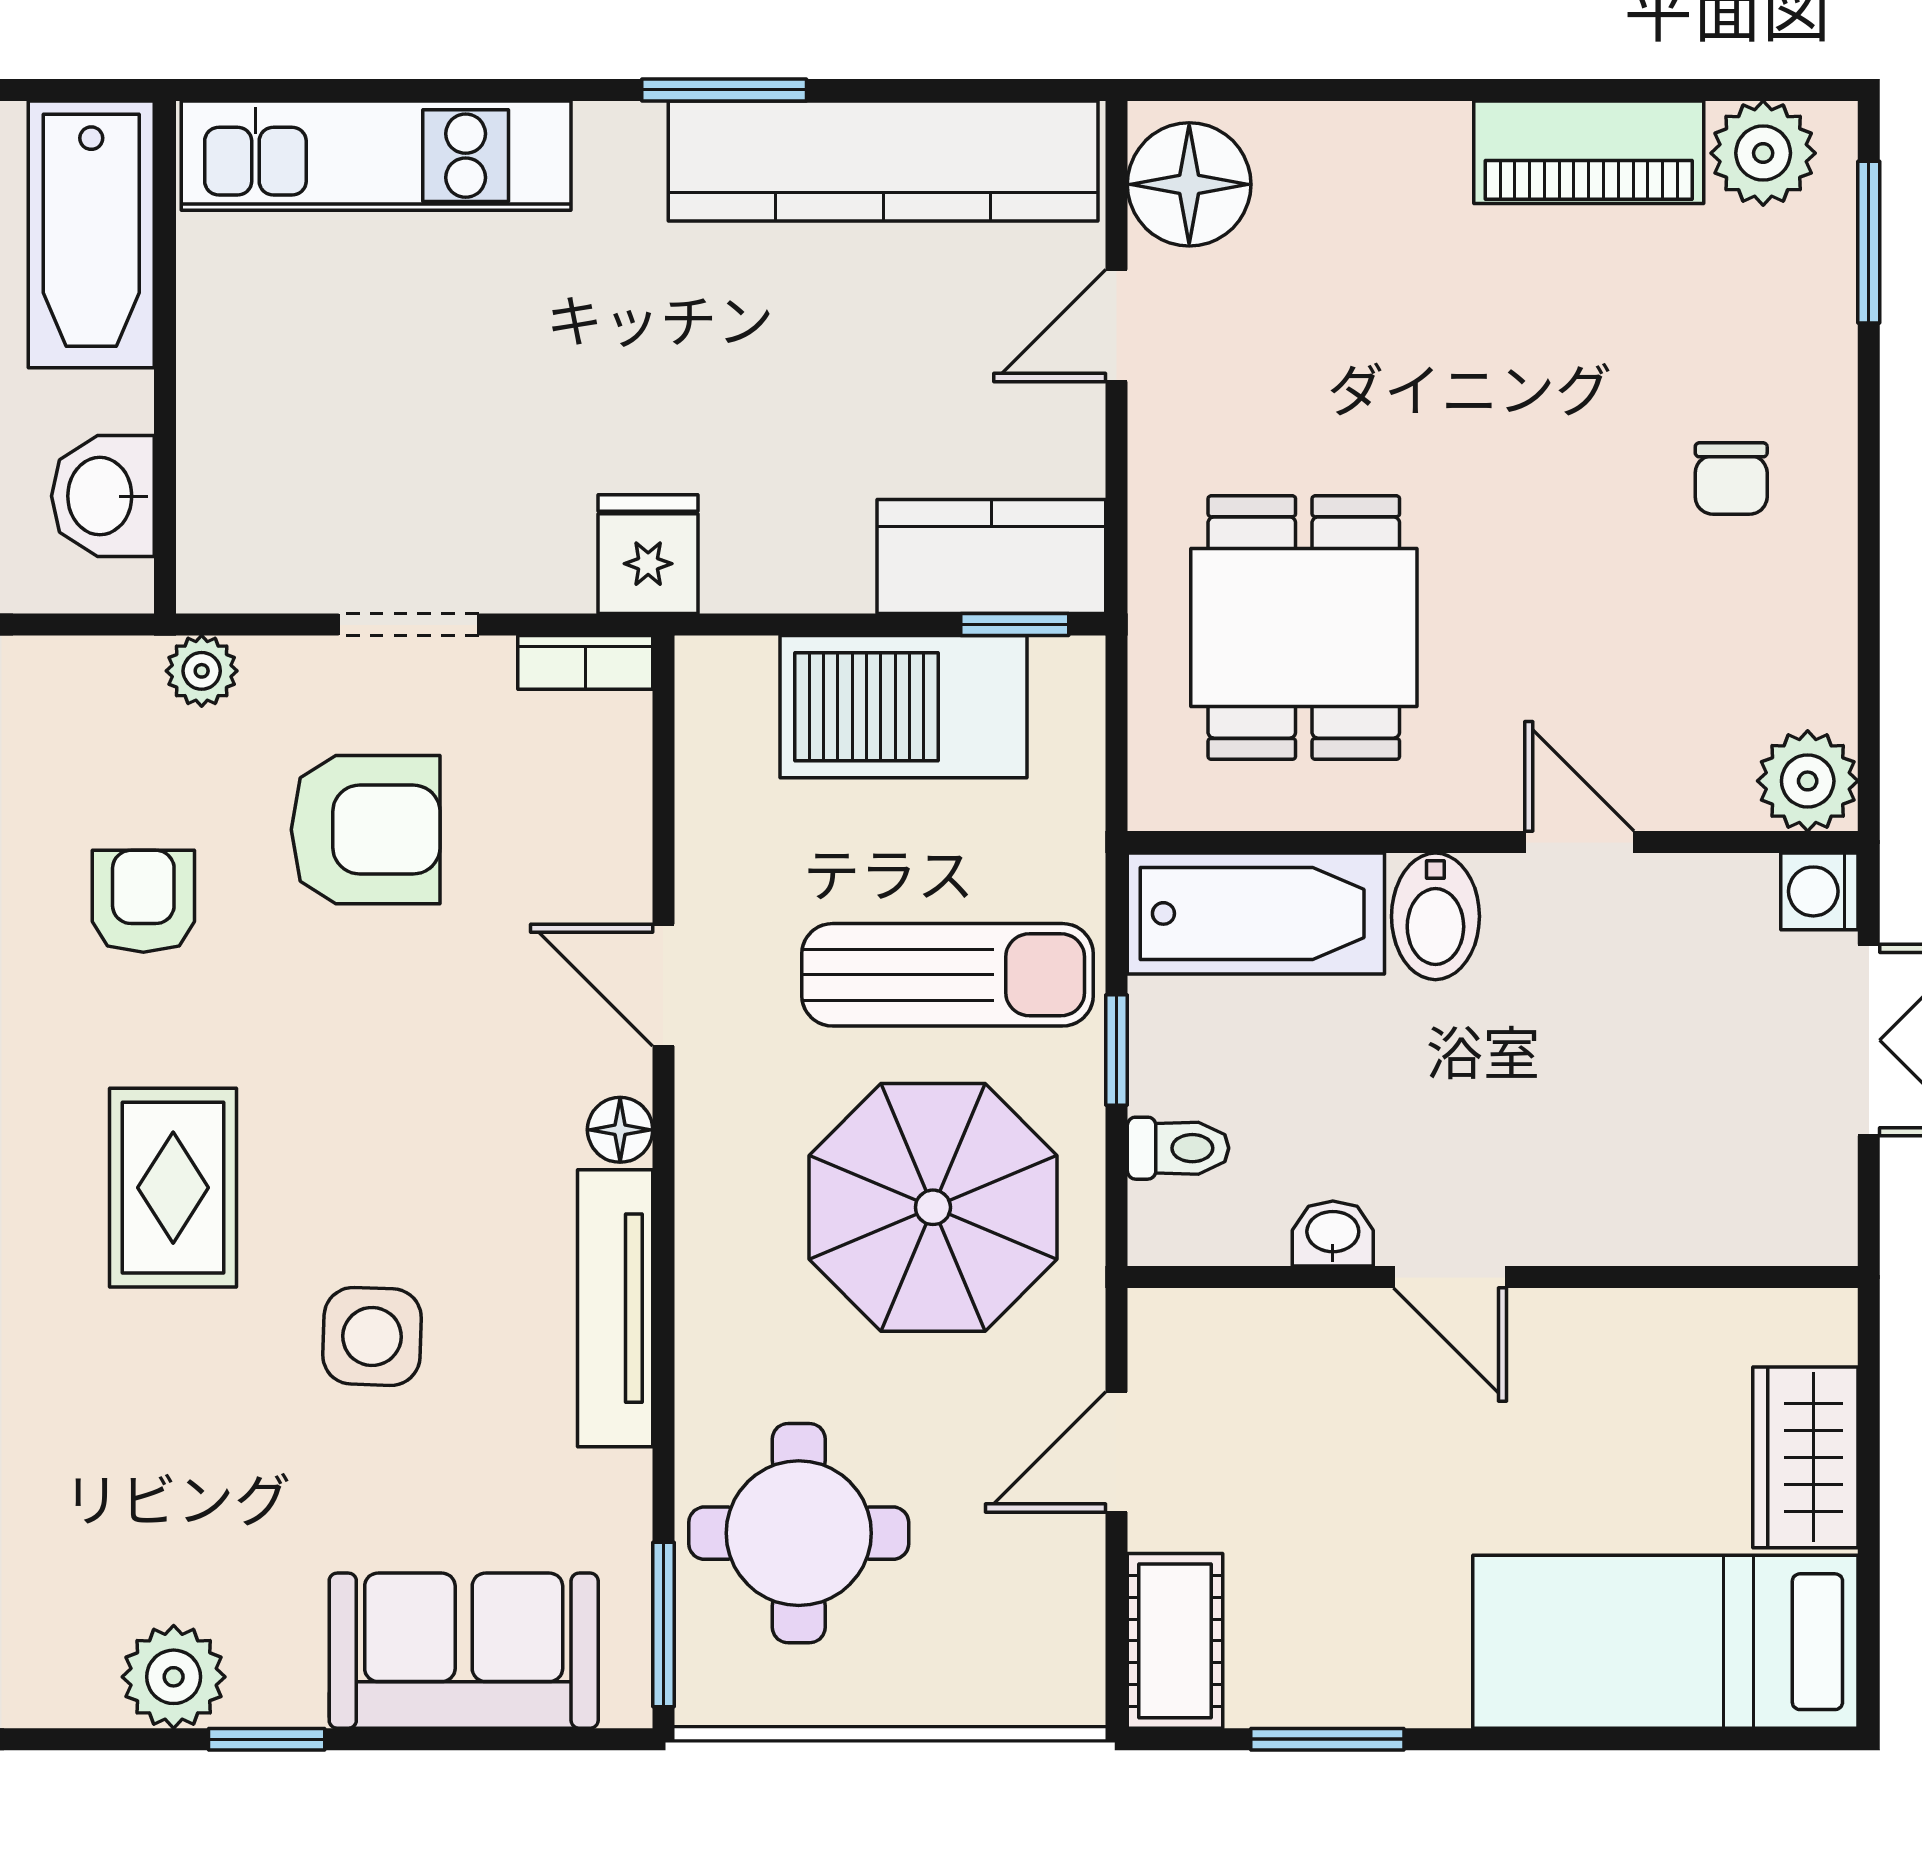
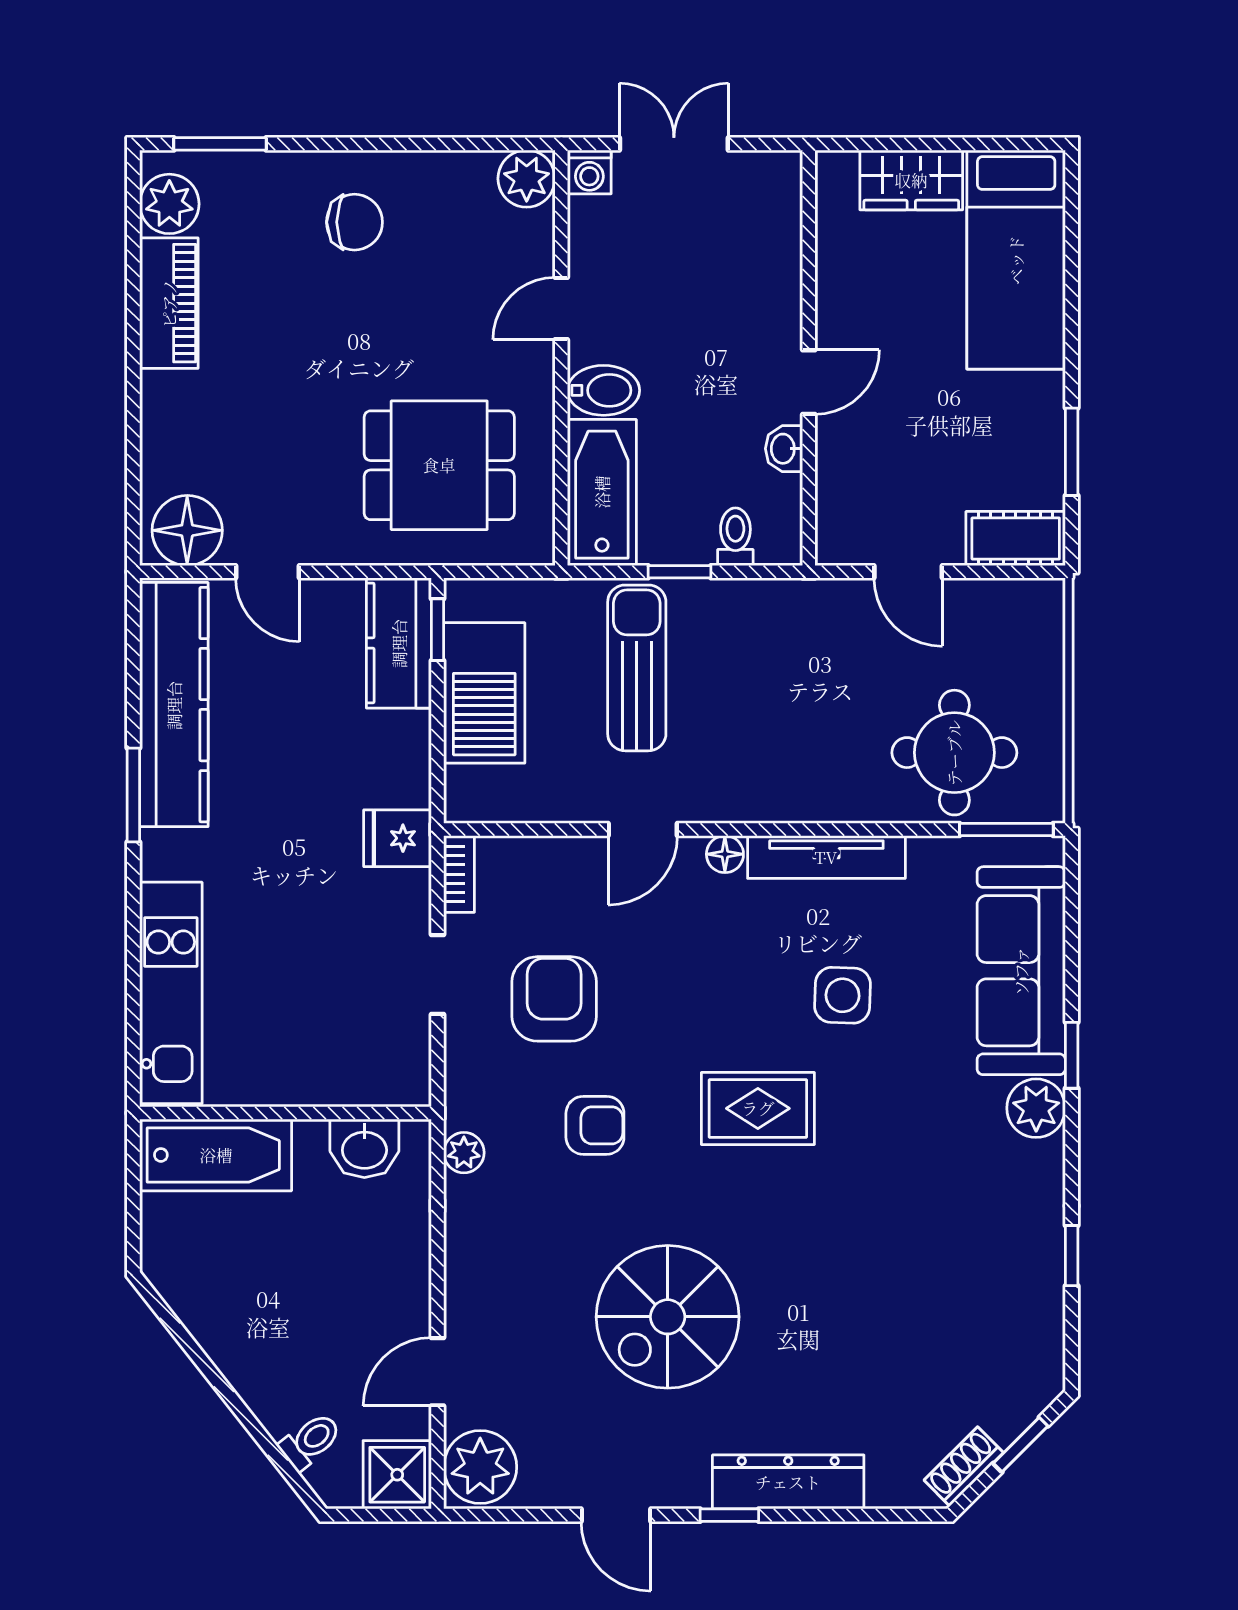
chair: (1731, 478) -> (354, 222), width x1.37, depth x1.37
plant: (202, 671) -> (464, 1153), moved
armchair: (143, 901) -> (595, 1125), turned 180
parasol: (933, 1207) -> (769, 676), removed
sofa: (464, 1651) -> (1021, 971), width x1.36

